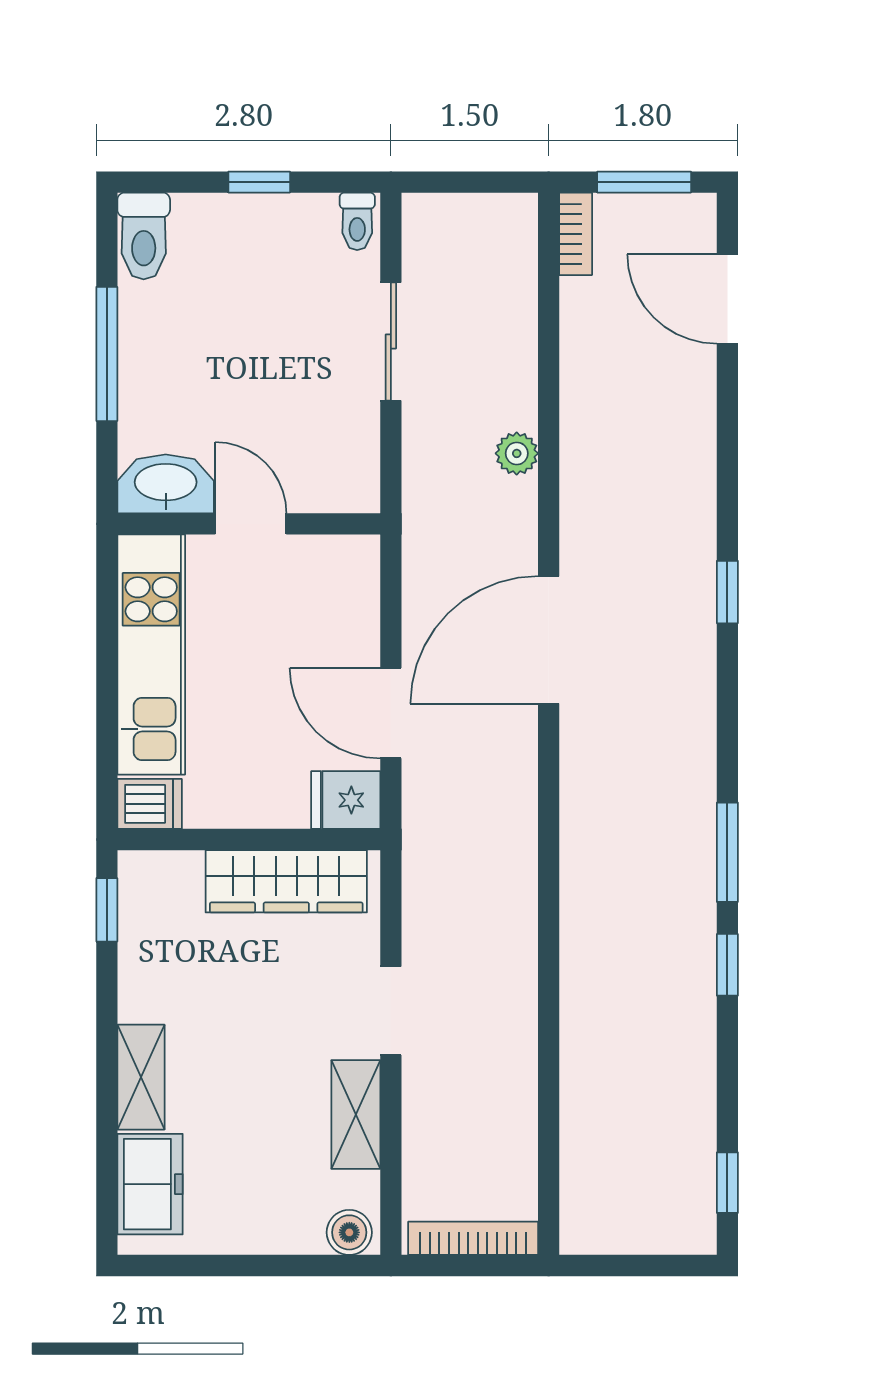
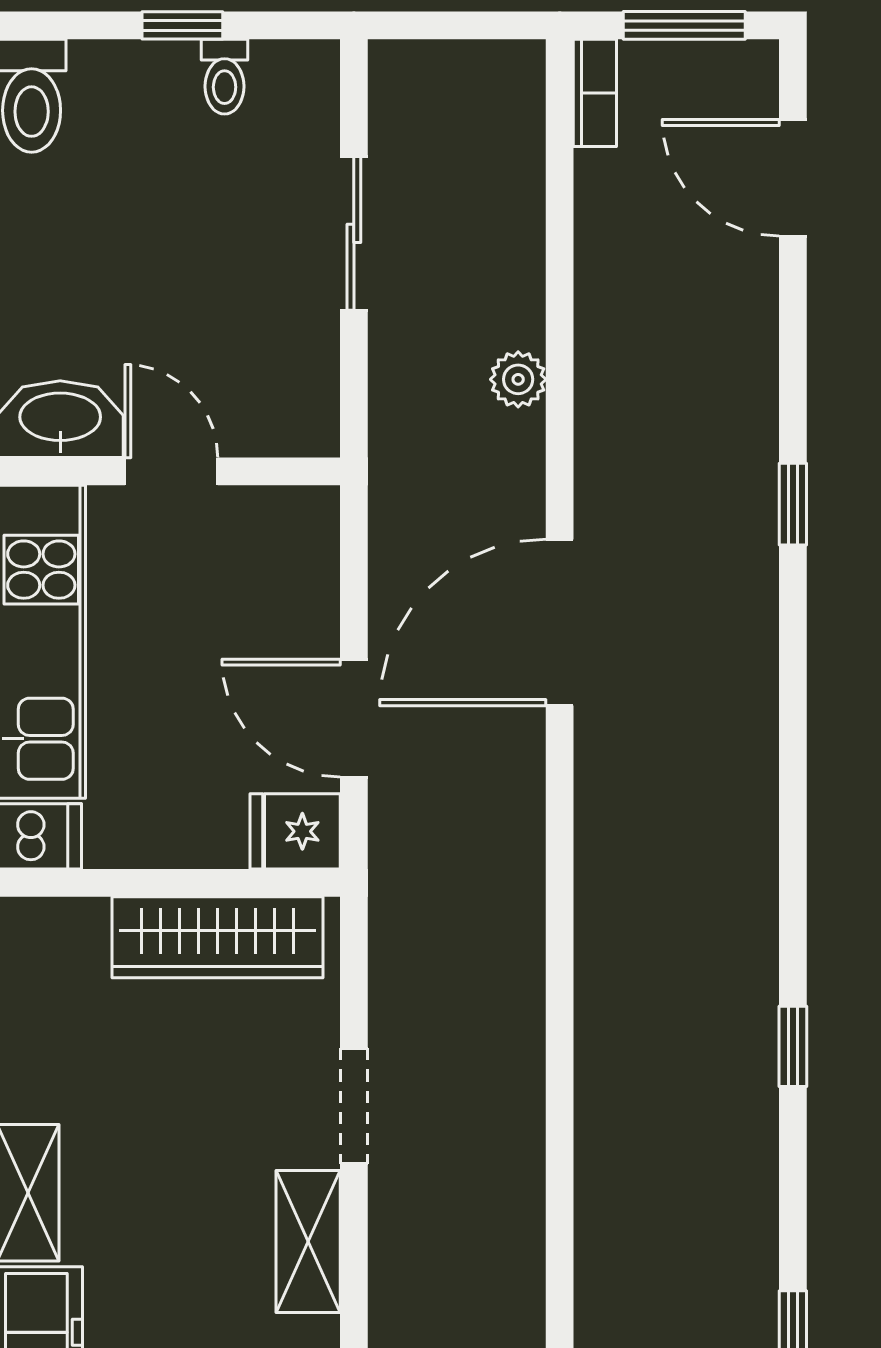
toilet: (357, 221) -> (225, 77), moved
window: (727, 592) -> (793, 504), moved
window: (727, 852) -> (793, 899), removed

